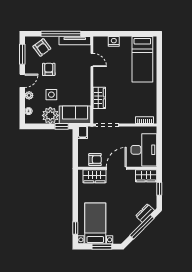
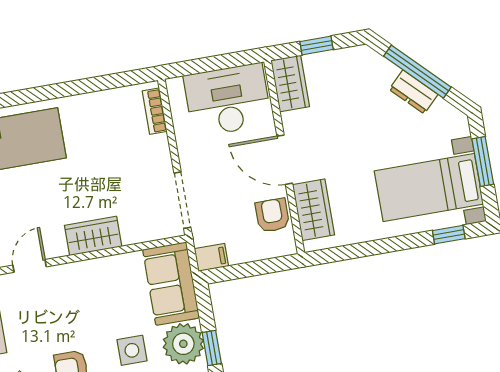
wardrobe: (99, 98) -> (93, 236), moved
window: (62, 126) -> (212, 348), moved
dresser: (145, 213) -> (414, 92), moved

